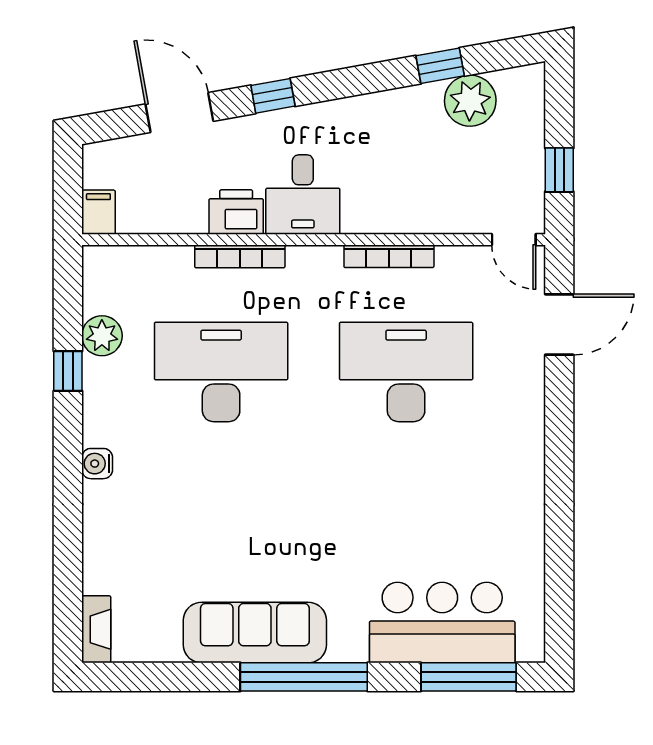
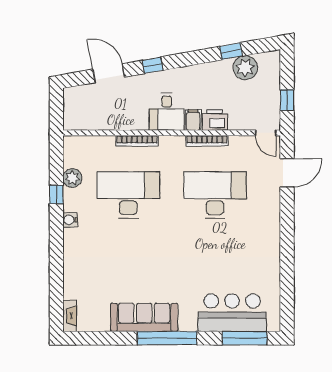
filing cabinet: (98, 212) -> (193, 120), moved
printer: (236, 212) -> (215, 120), moved
water cooler: (97, 464) -> (70, 220), moved

